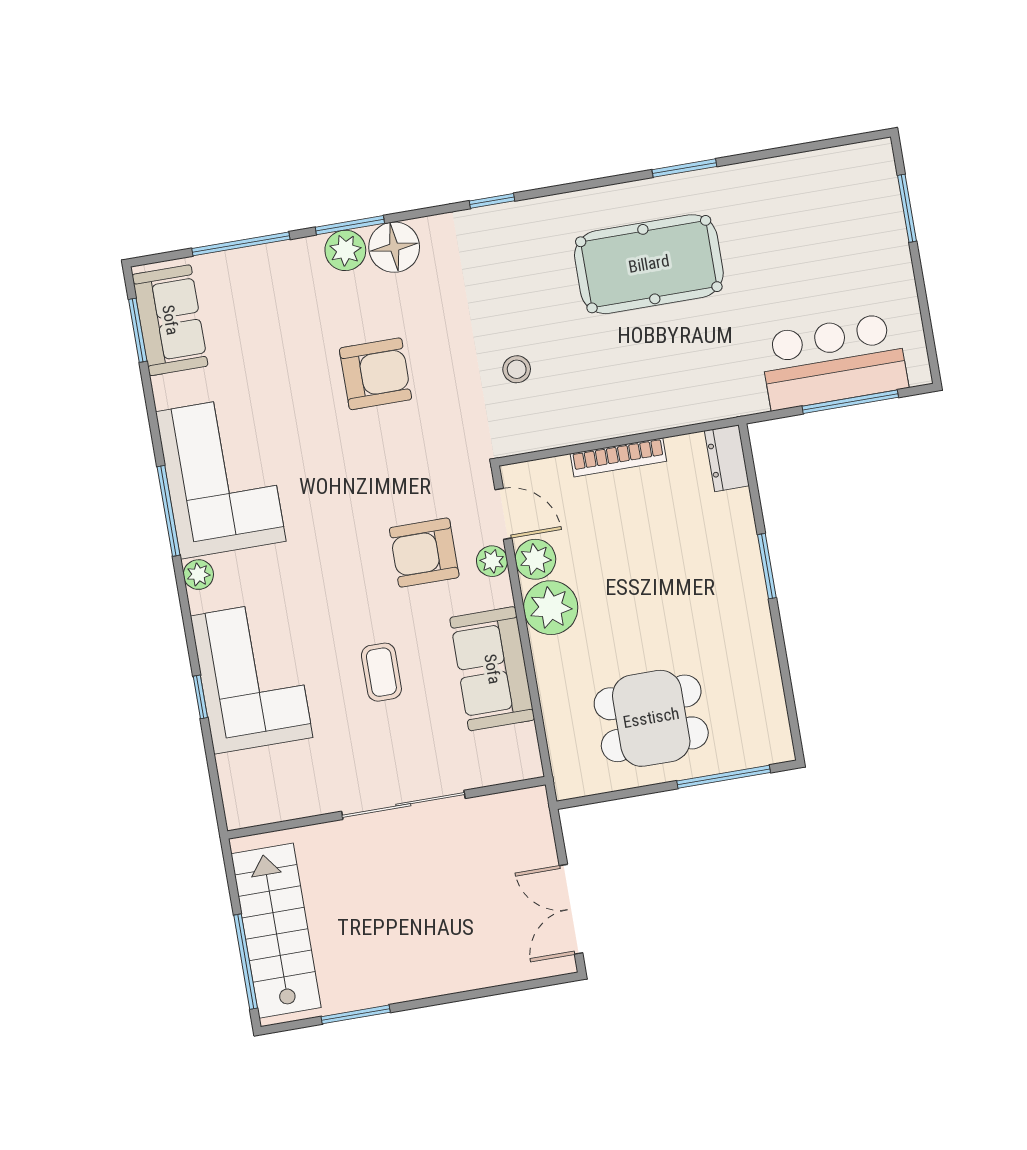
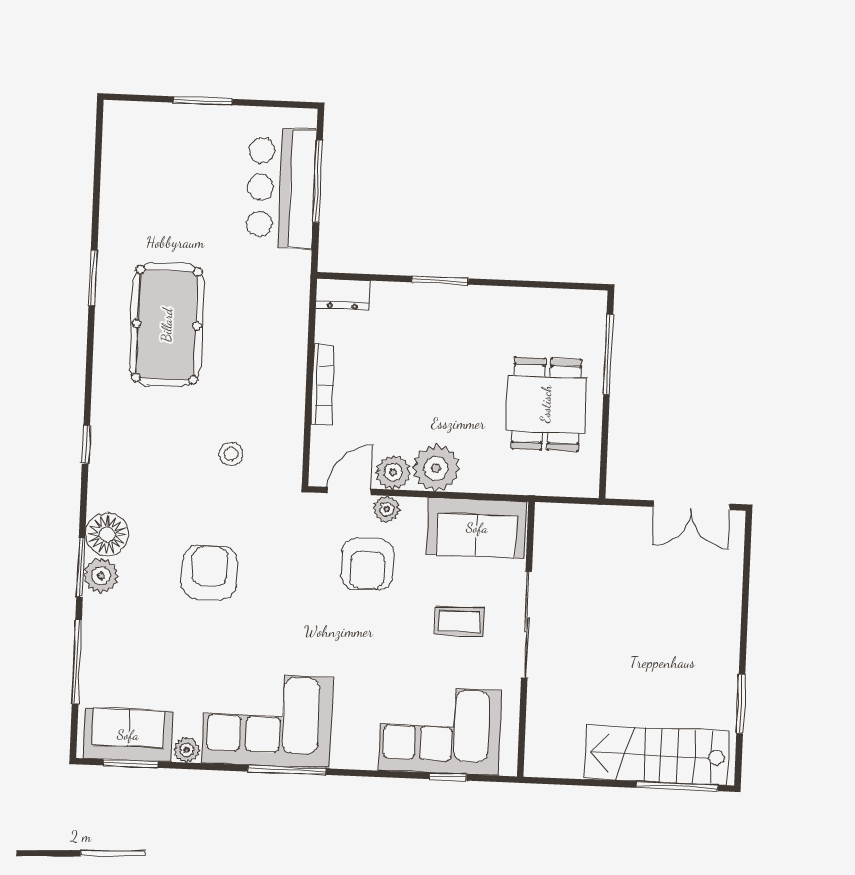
window: (907, 208) -> (203, 101), moved
plant: (198, 575) -> (187, 750), moved
sliding door: (403, 805) -> (526, 625), moved
wall: (386, 808) -> (526, 639), moved

